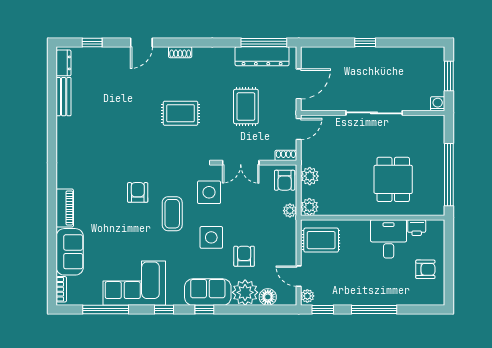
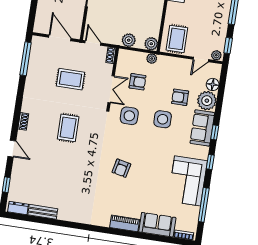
dresser: (262, 56) -> (35, 62), removed
armchair: (285, 180) -> (137, 82), moved
armchair: (138, 192) -> (121, 168), turned -78
coffee table: (172, 214) -> (141, 145), removed

